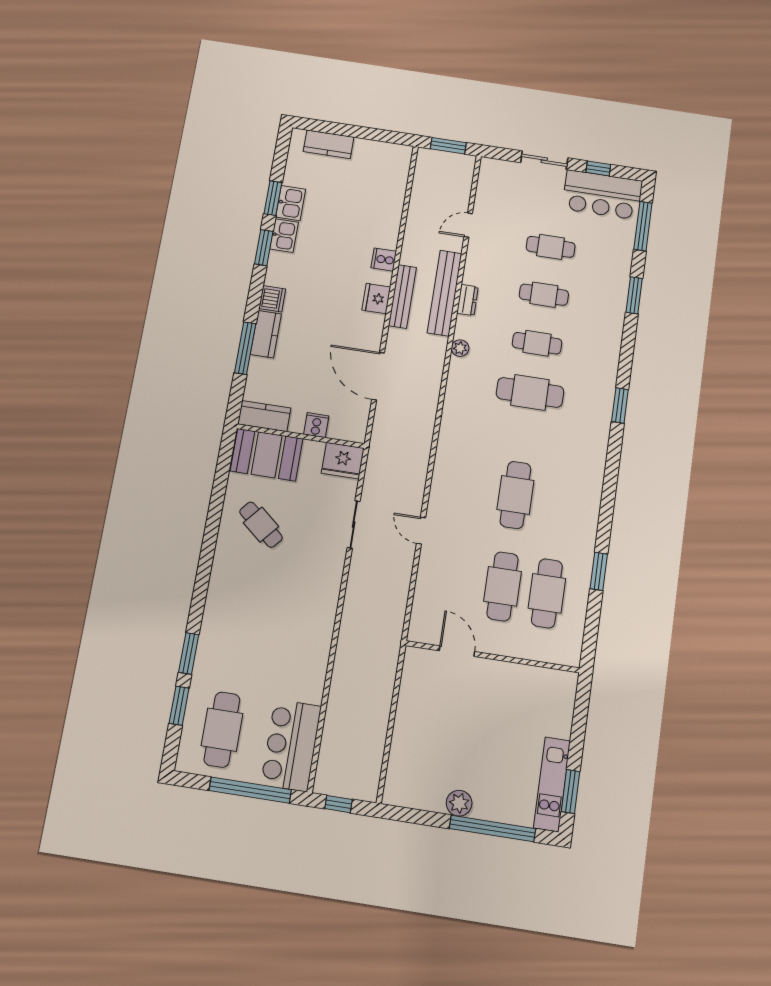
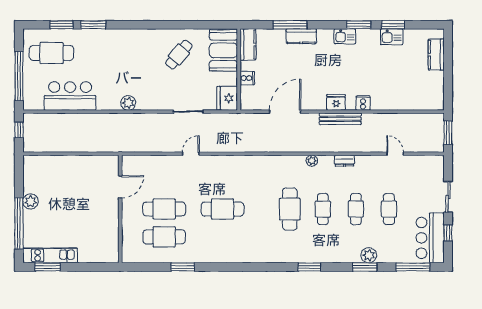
kitchen sink: (284, 236) -> (345, 36), moved
plant: (617, 287) -> (369, 255), added
bench: (445, 293) -> (347, 145), removed
dishwasher: (272, 299) -> (325, 36), removed
window: (620, 406) -> (309, 267), moved
plant: (324, 617) -> (128, 103), added
bar counter: (291, 745) -> (70, 96), moved

